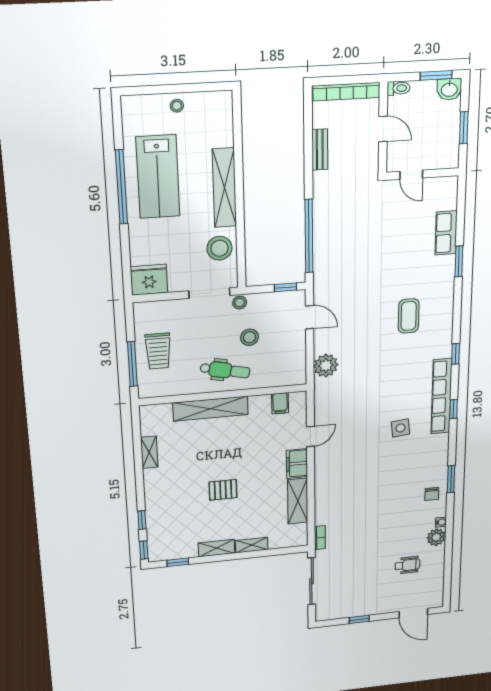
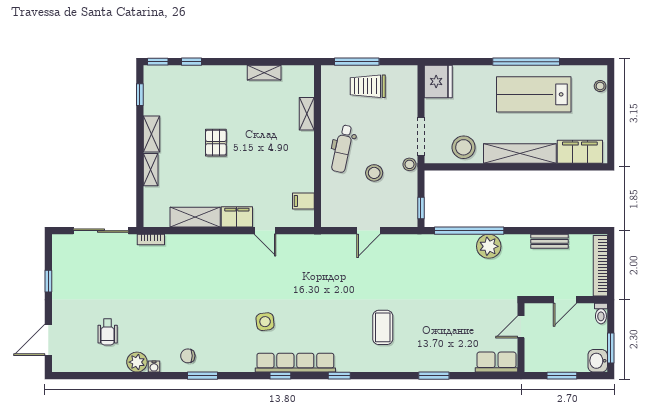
stool: (177, 106) -> (600, 86), moved
filing cabinet: (220, 121) -> (580, 152), added
row of seats: (446, 233) -> (497, 362), moved
coffee table: (409, 316) -> (383, 327), turned 90
door: (310, 317) -> (369, 231), moved
plant: (326, 366) -> (489, 246), moved
shelving: (211, 409) -> (307, 114), width x0.45, depth x0.75

